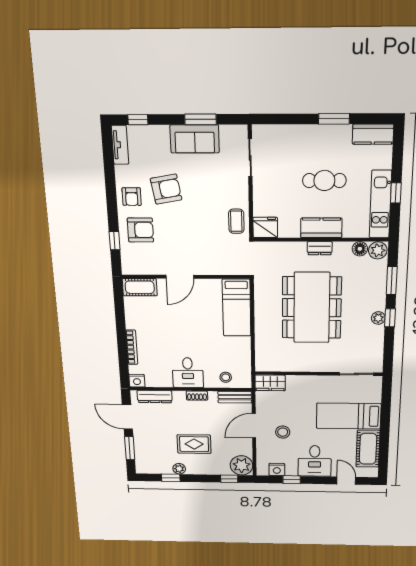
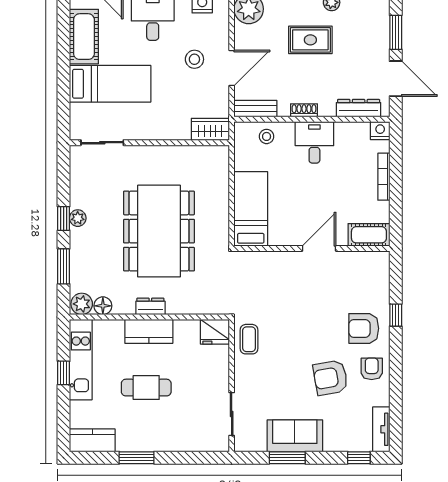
door: (180, 277) -> (319, 248), moved
wall: (186, 277) -> (312, 248), moved
cot: (140, 287) -> (369, 235), moved
bed: (237, 308) -> (251, 209), moved

